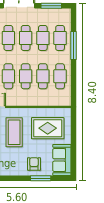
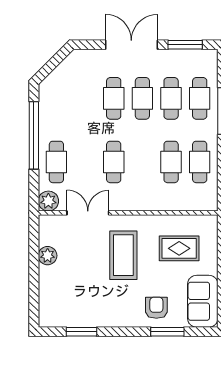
cafe table: (26, 76) -> (142, 162), removed
rug: (48, 128) -> (179, 248), width x0.73, depth x0.70

